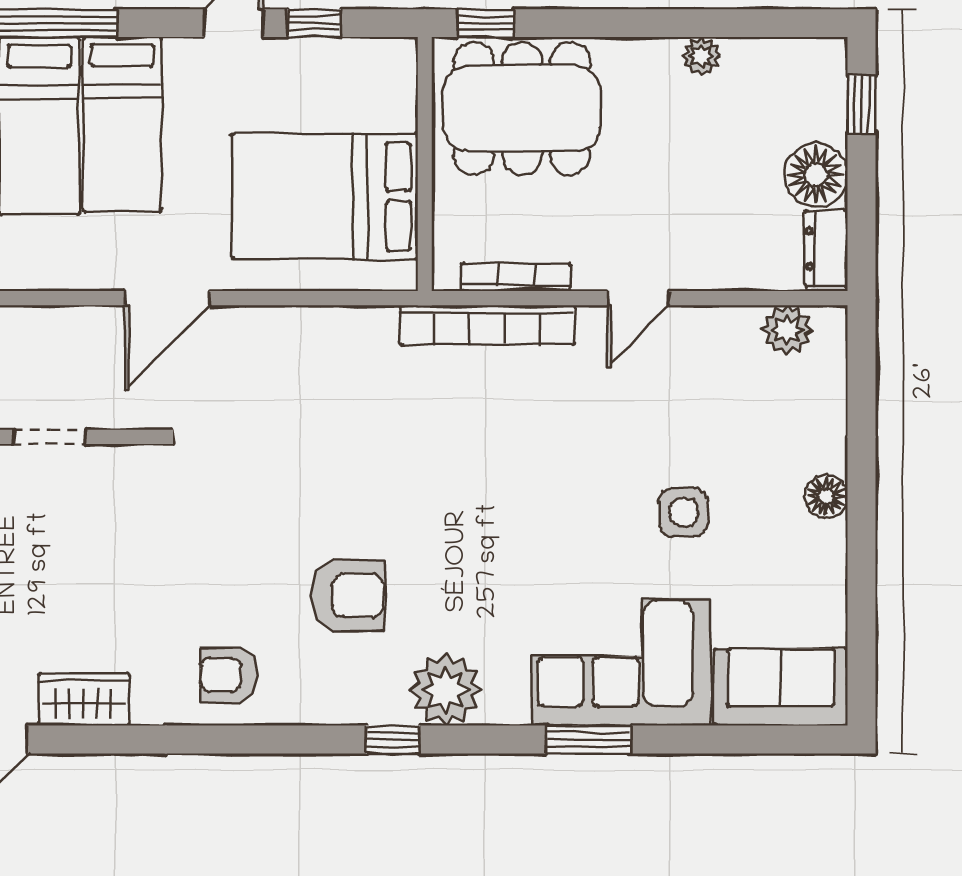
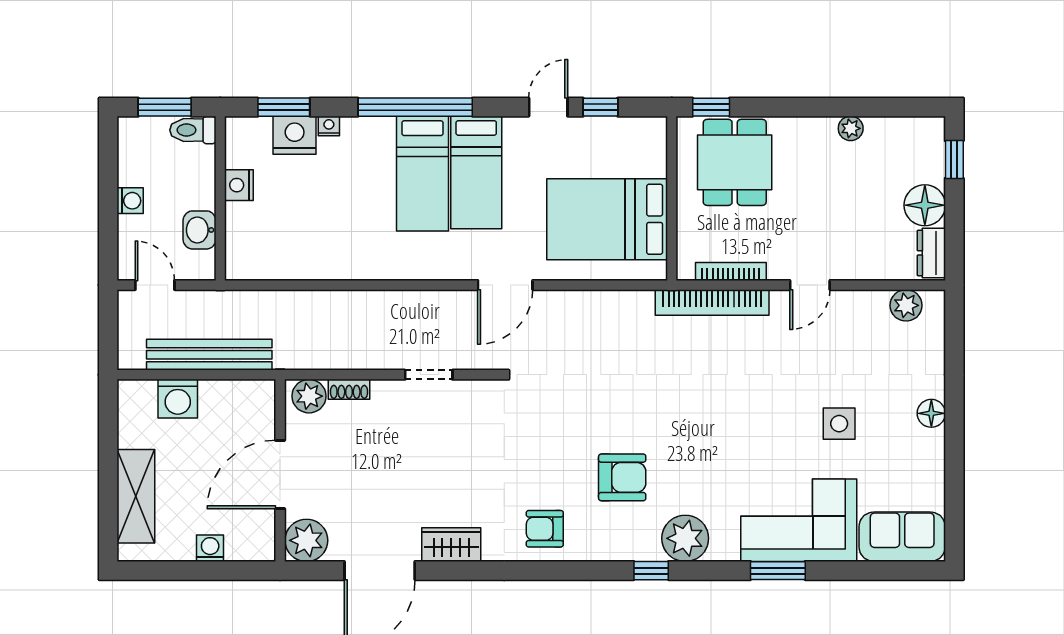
dining table: (522, 109) -> (735, 162), width x0.73

